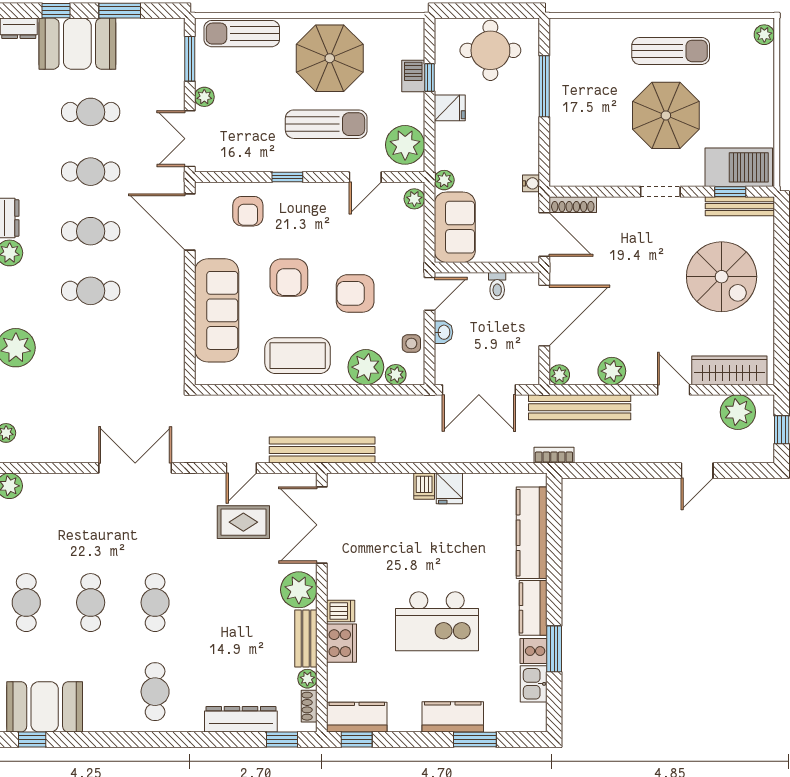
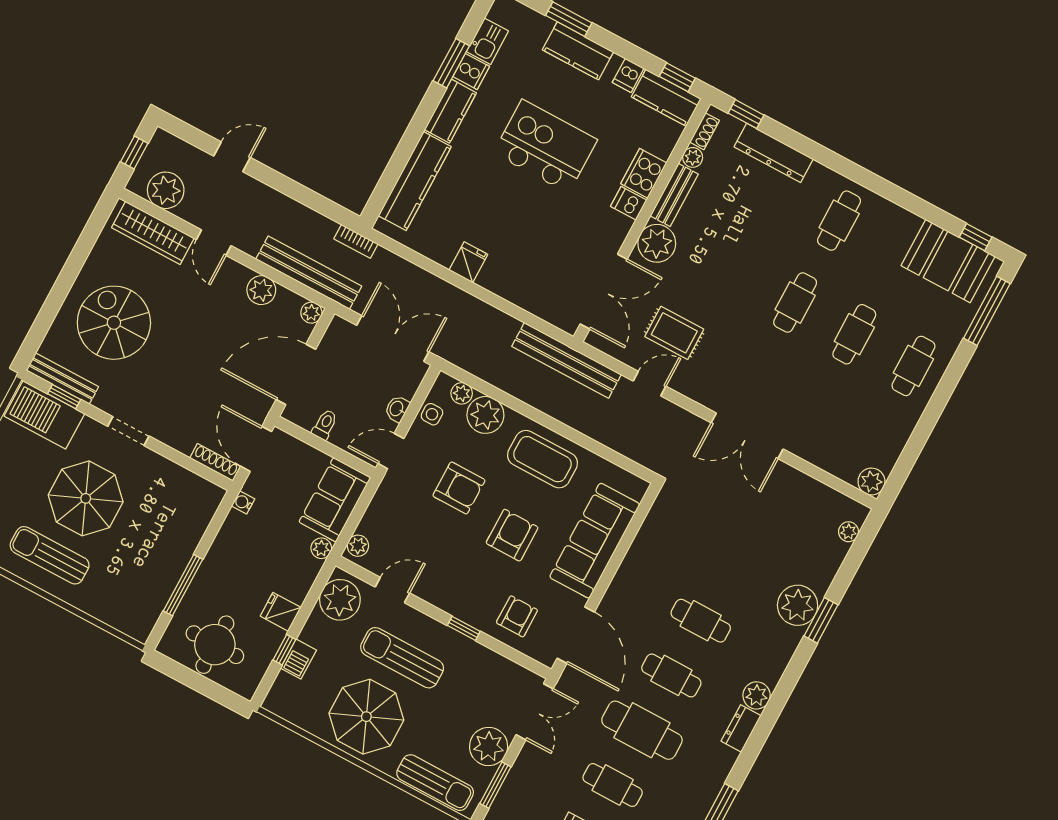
plant: (204, 97) -> (489, 747), width x1.87, depth x1.87
cafe table: (91, 172) -> (642, 730), width x1.37, depth x1.35
dishwasher: (424, 486) -> (628, 75), moved, turned 180

